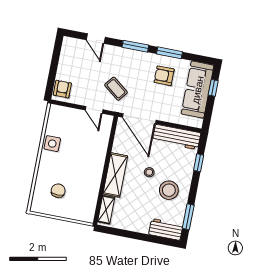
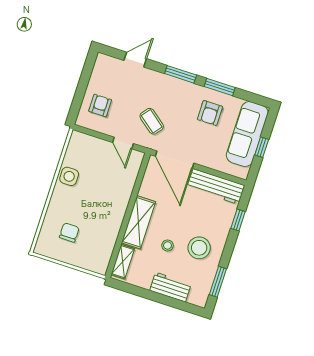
door: (96, 38) -> (135, 60), swing flipped
armchair: (164, 76) -> (210, 113), turned -90
window: (213, 88) -> (262, 147), moved
armchair: (62, 89) -> (100, 105), moved
stool: (149, 172) -> (168, 245), moved
workbench: (166, 229) -> (170, 287), moved

